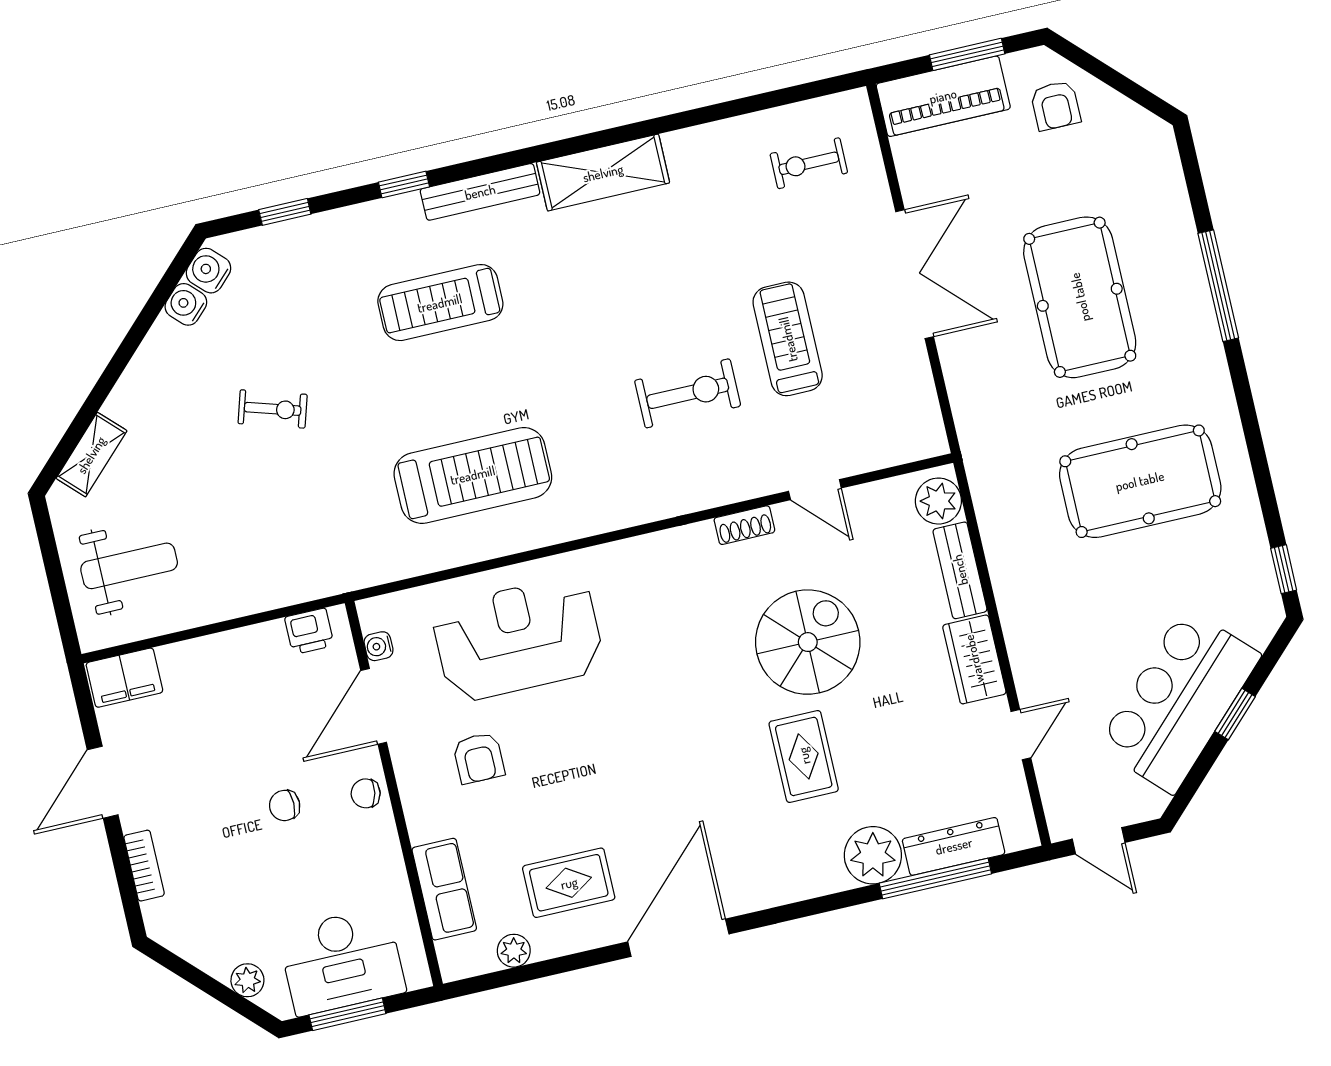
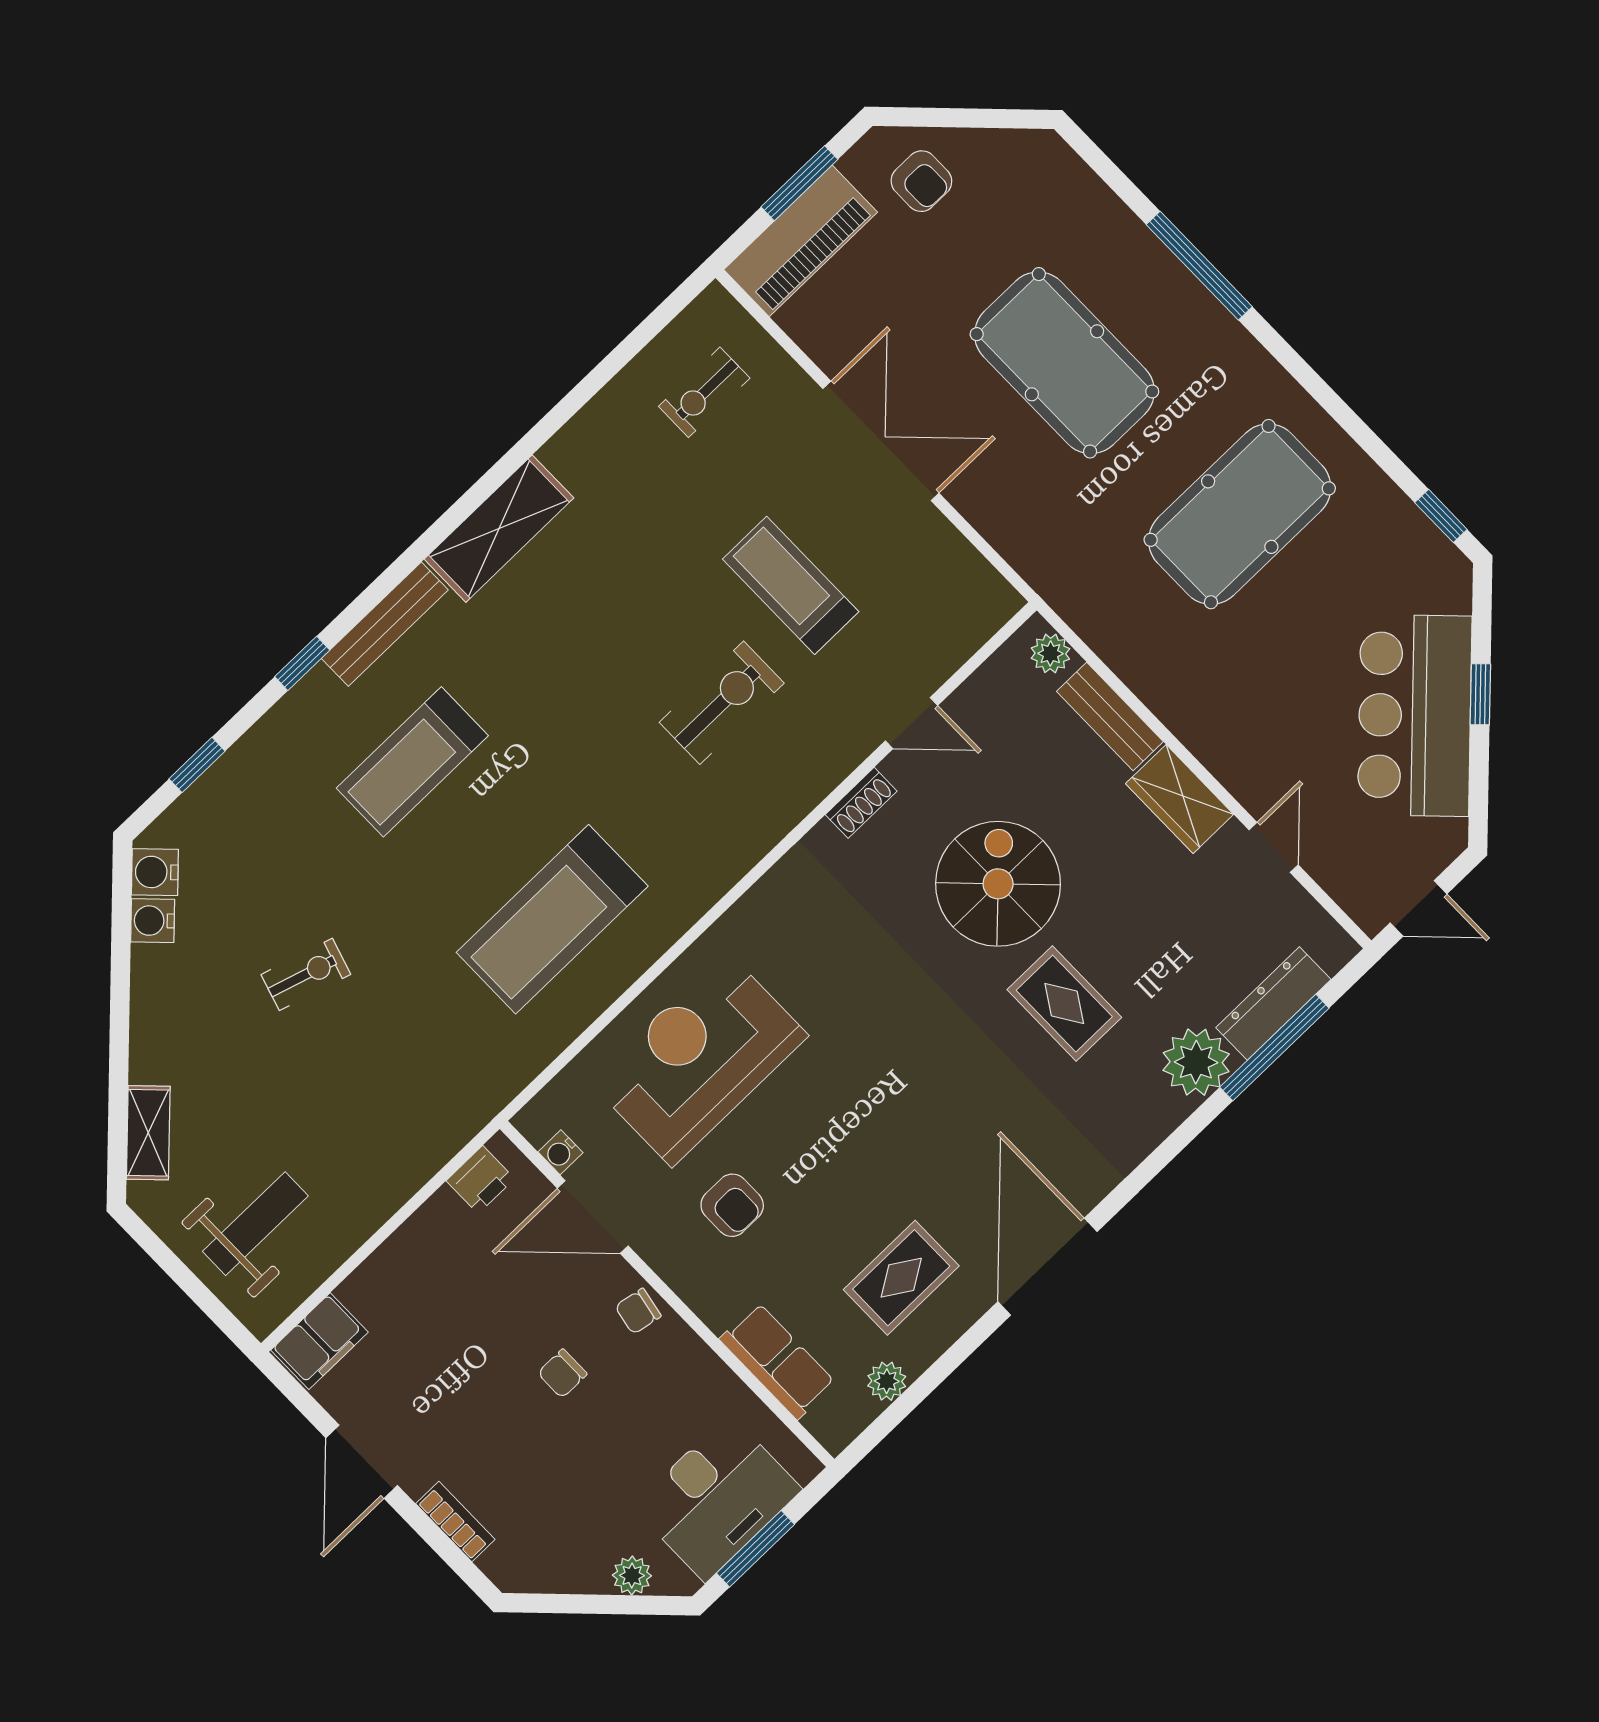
treadmill: (473, 475) -> (552, 919), turned 180
plant: (938, 501) -> (1050, 653), width x0.73, depth x0.73
door: (374, 706) -> (593, 1217), hinge flipped

